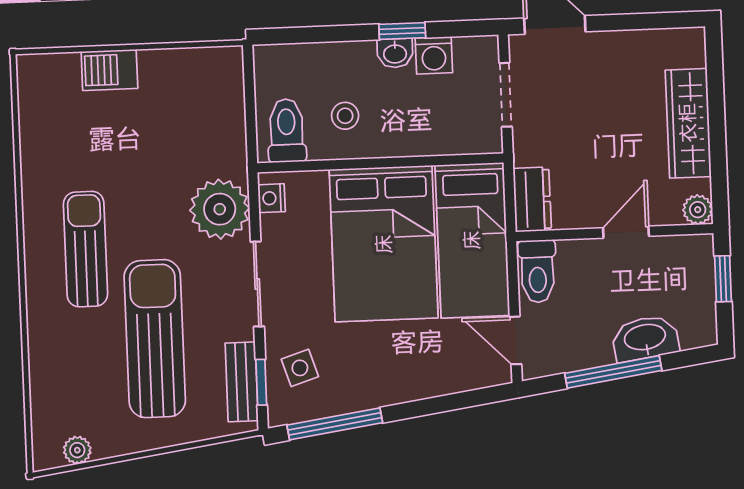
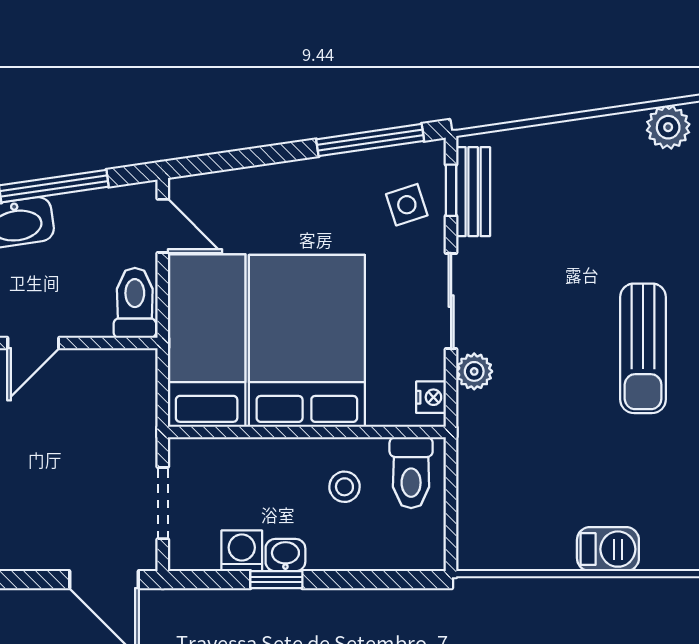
dresser: (532, 199) -> (137, 384), removed
plant: (220, 209) -> (474, 371), width x0.53, depth x0.53
sun lounger: (155, 339) -> (569, 244), removed
plant: (77, 450) -> (668, 127), width x1.38, depth x1.38

